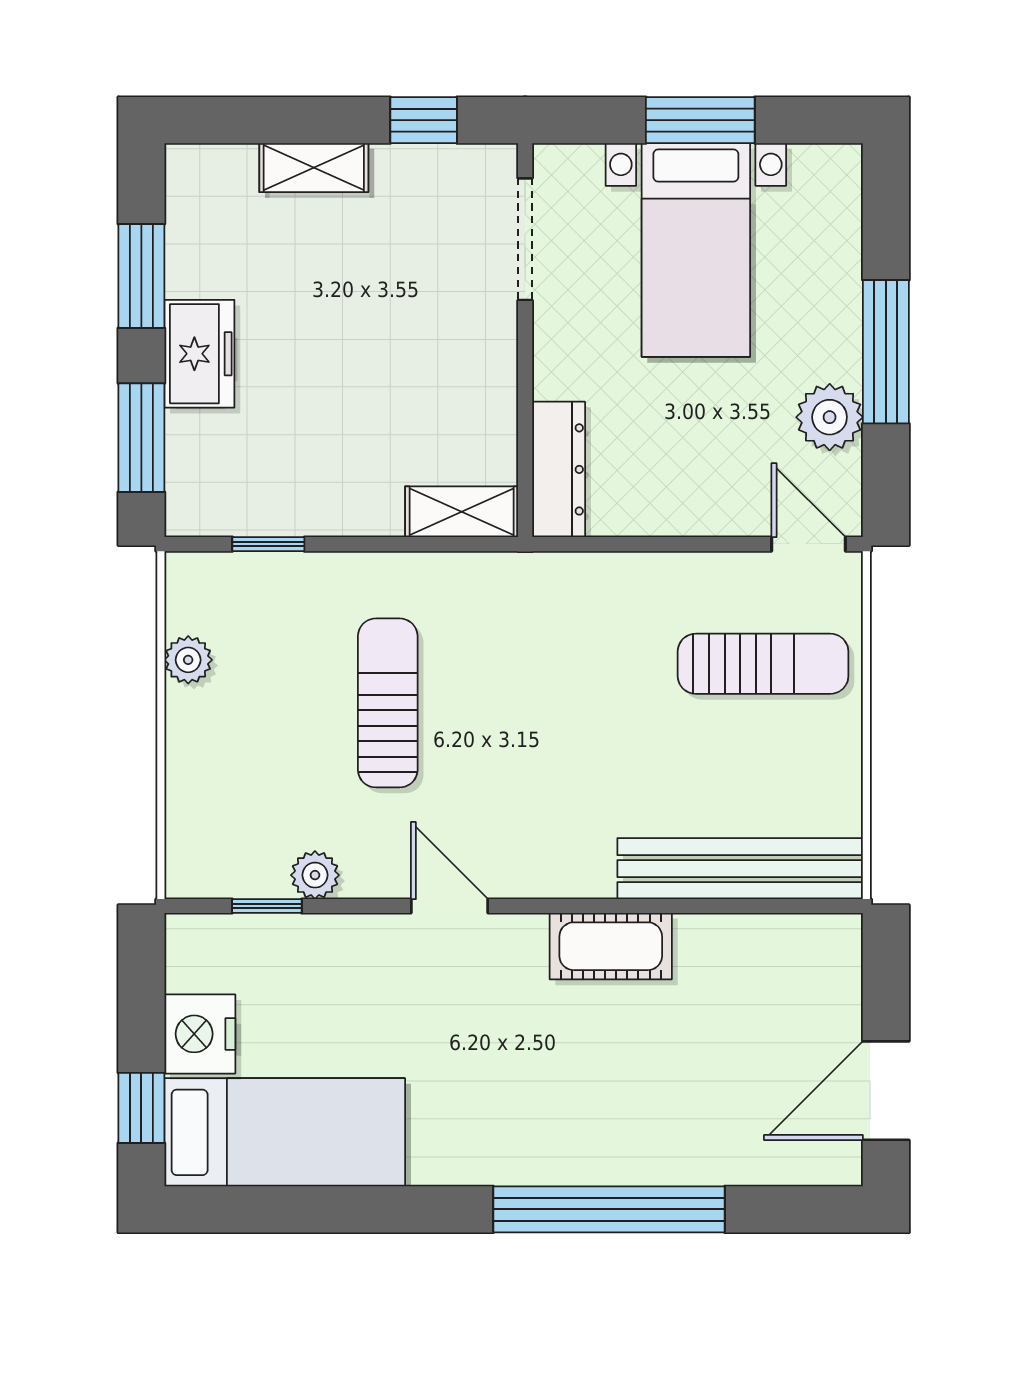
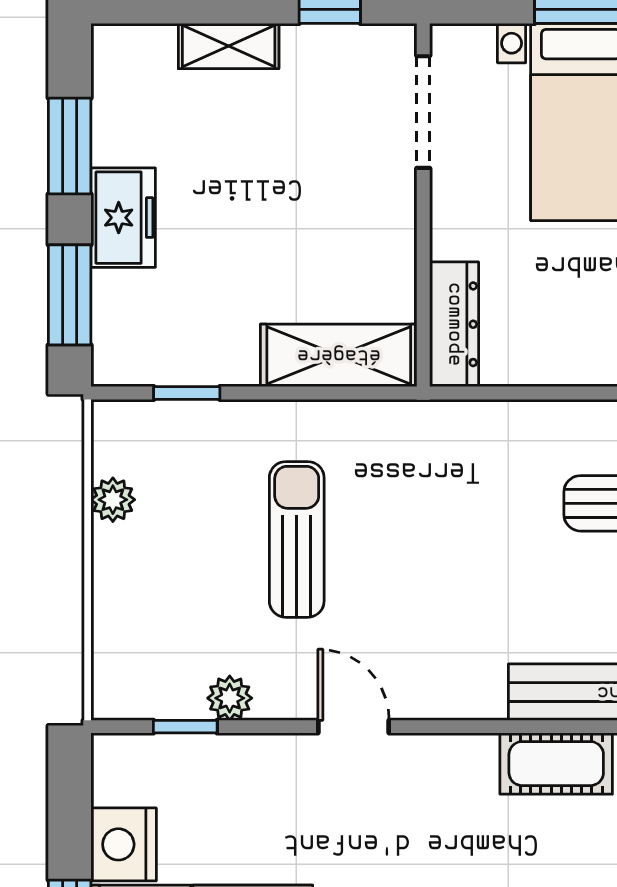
shelving: (462, 512) -> (339, 355), width x1.50, depth x1.33
cot: (611, 946) -> (556, 764), moved

